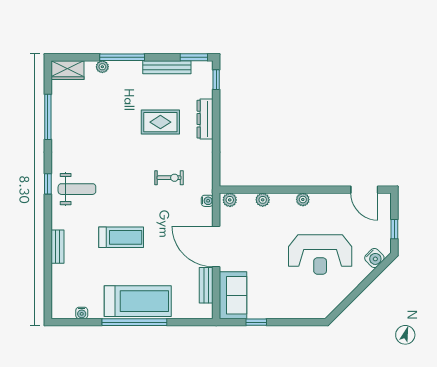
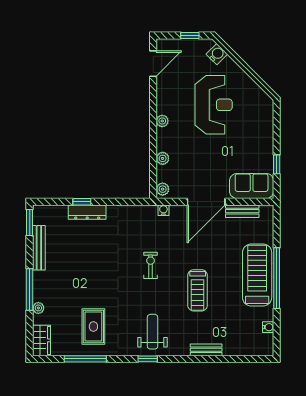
window: (216, 80) -> (82, 202), moved
rug: (160, 122) -> (93, 327), moved
exercise bike: (169, 178) -> (151, 265), moved
treadmill: (121, 237) -> (198, 290), turned 180

